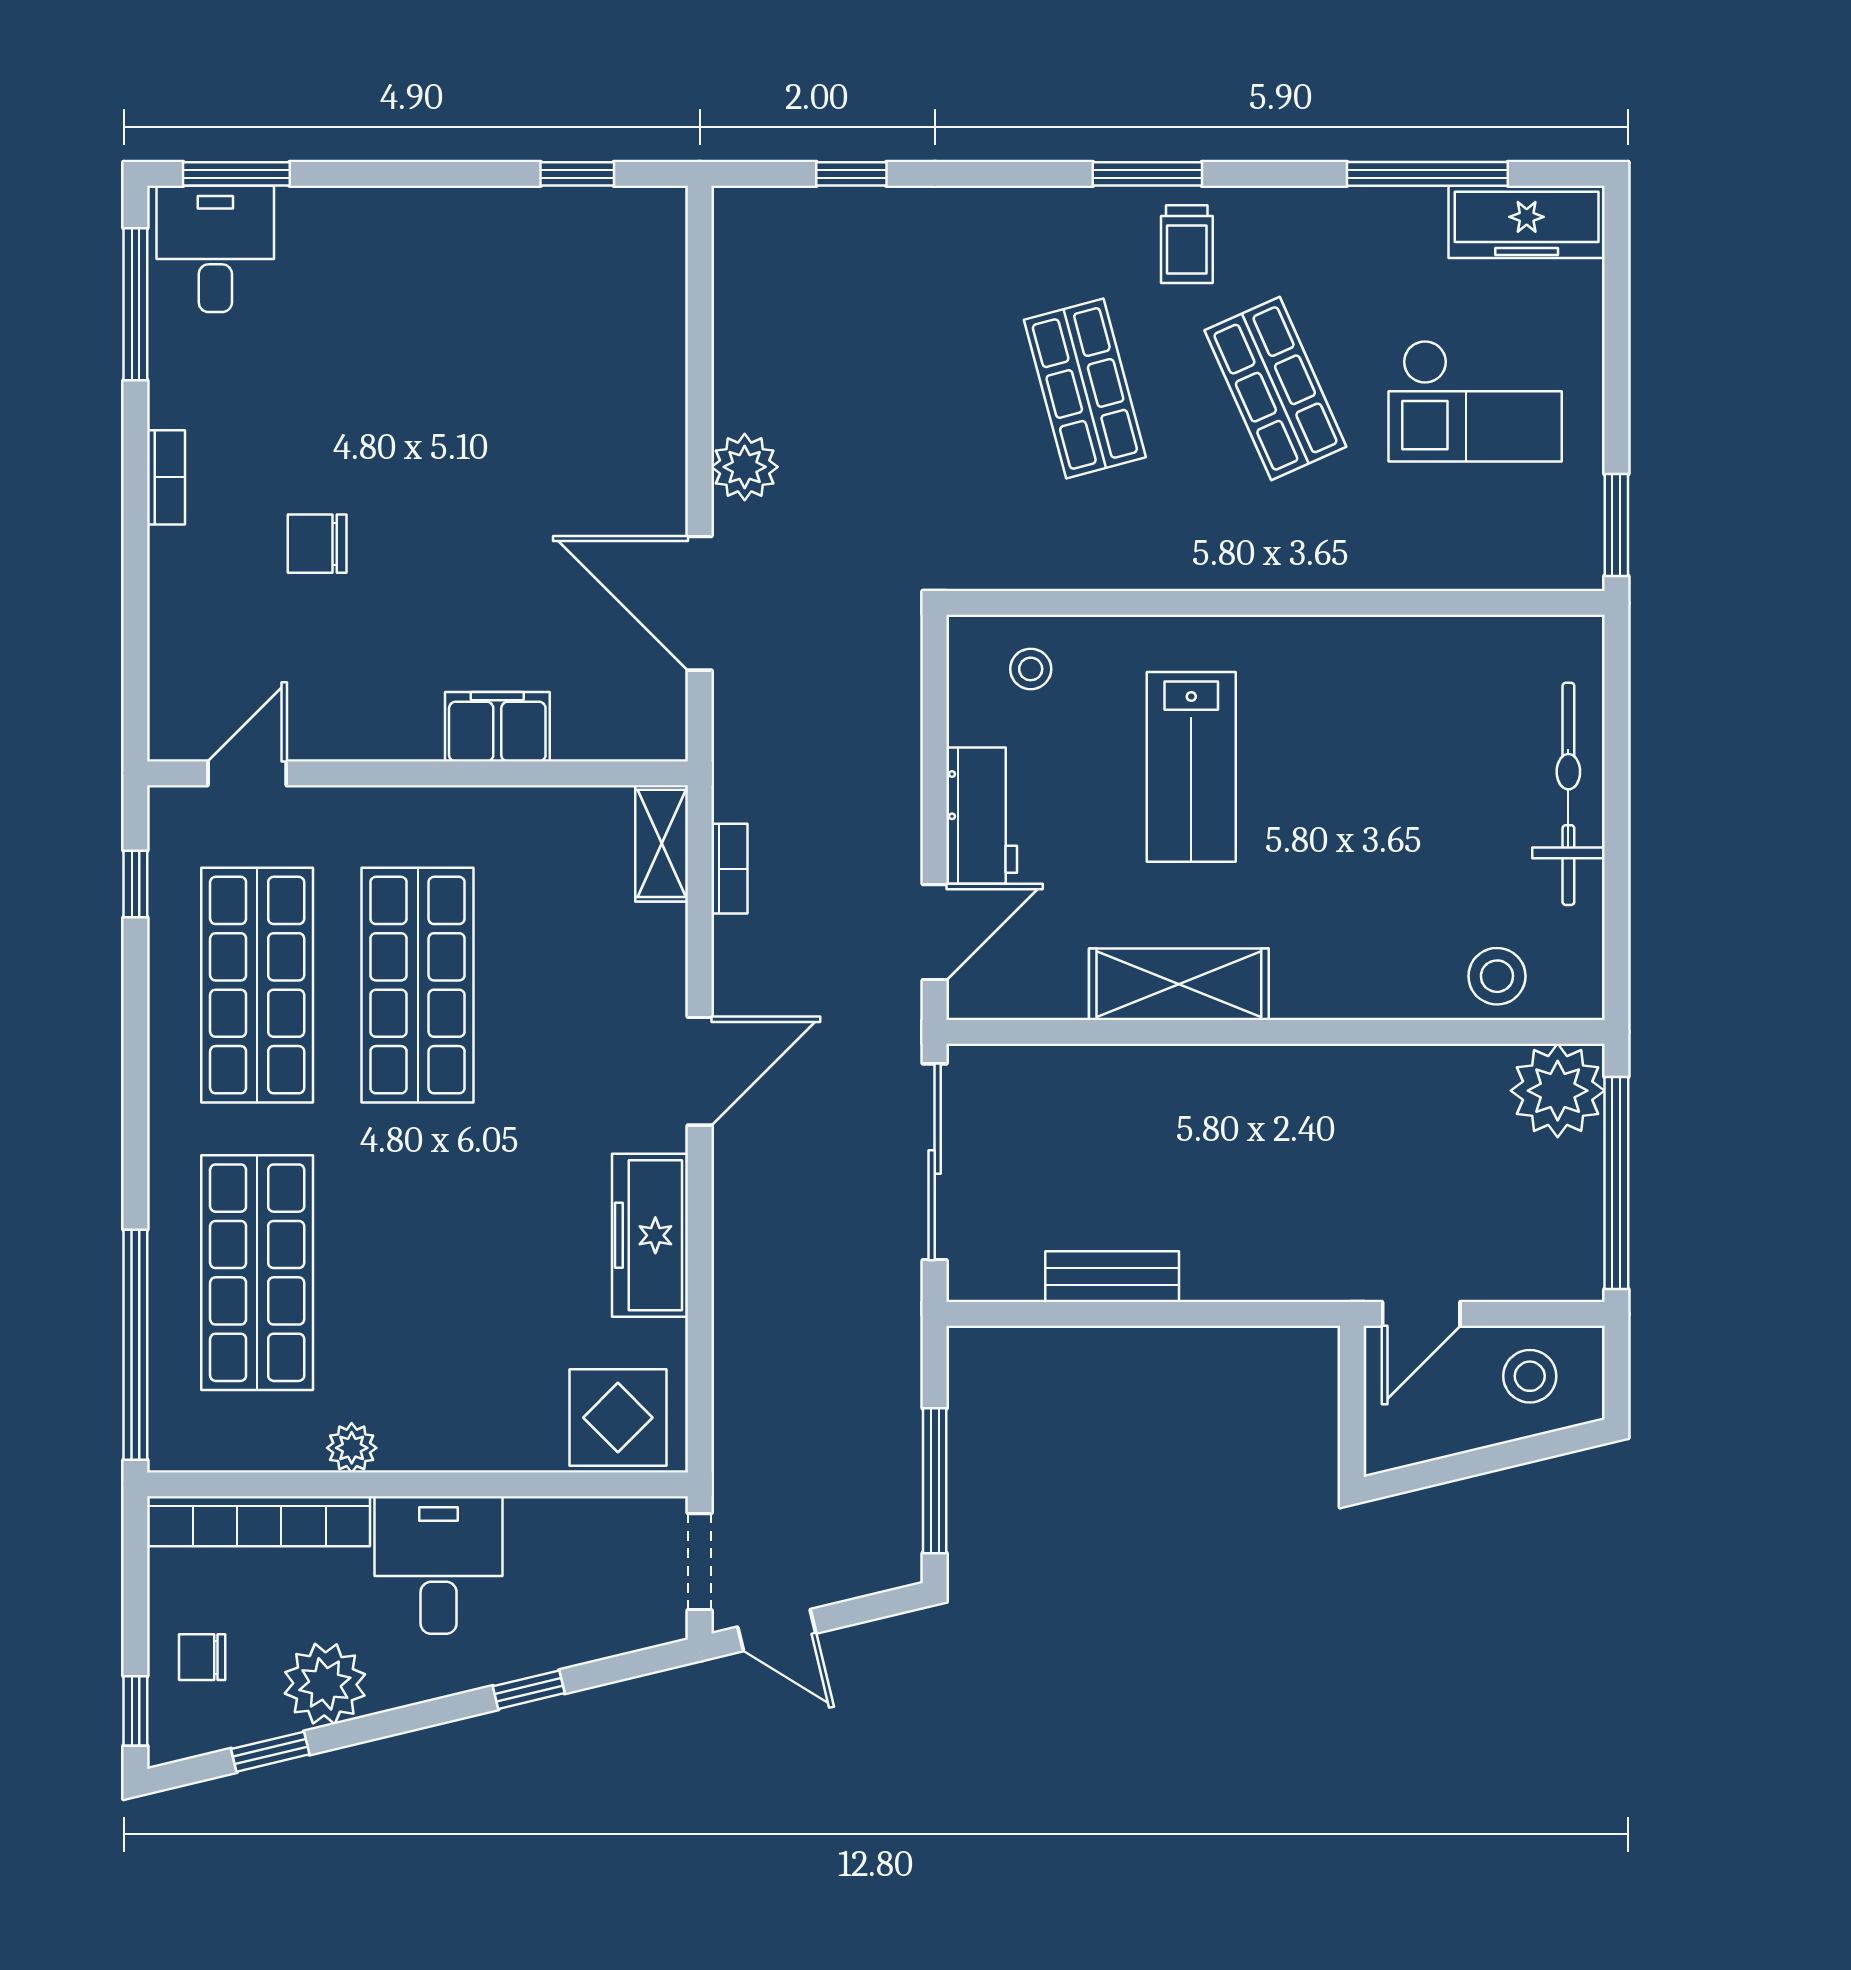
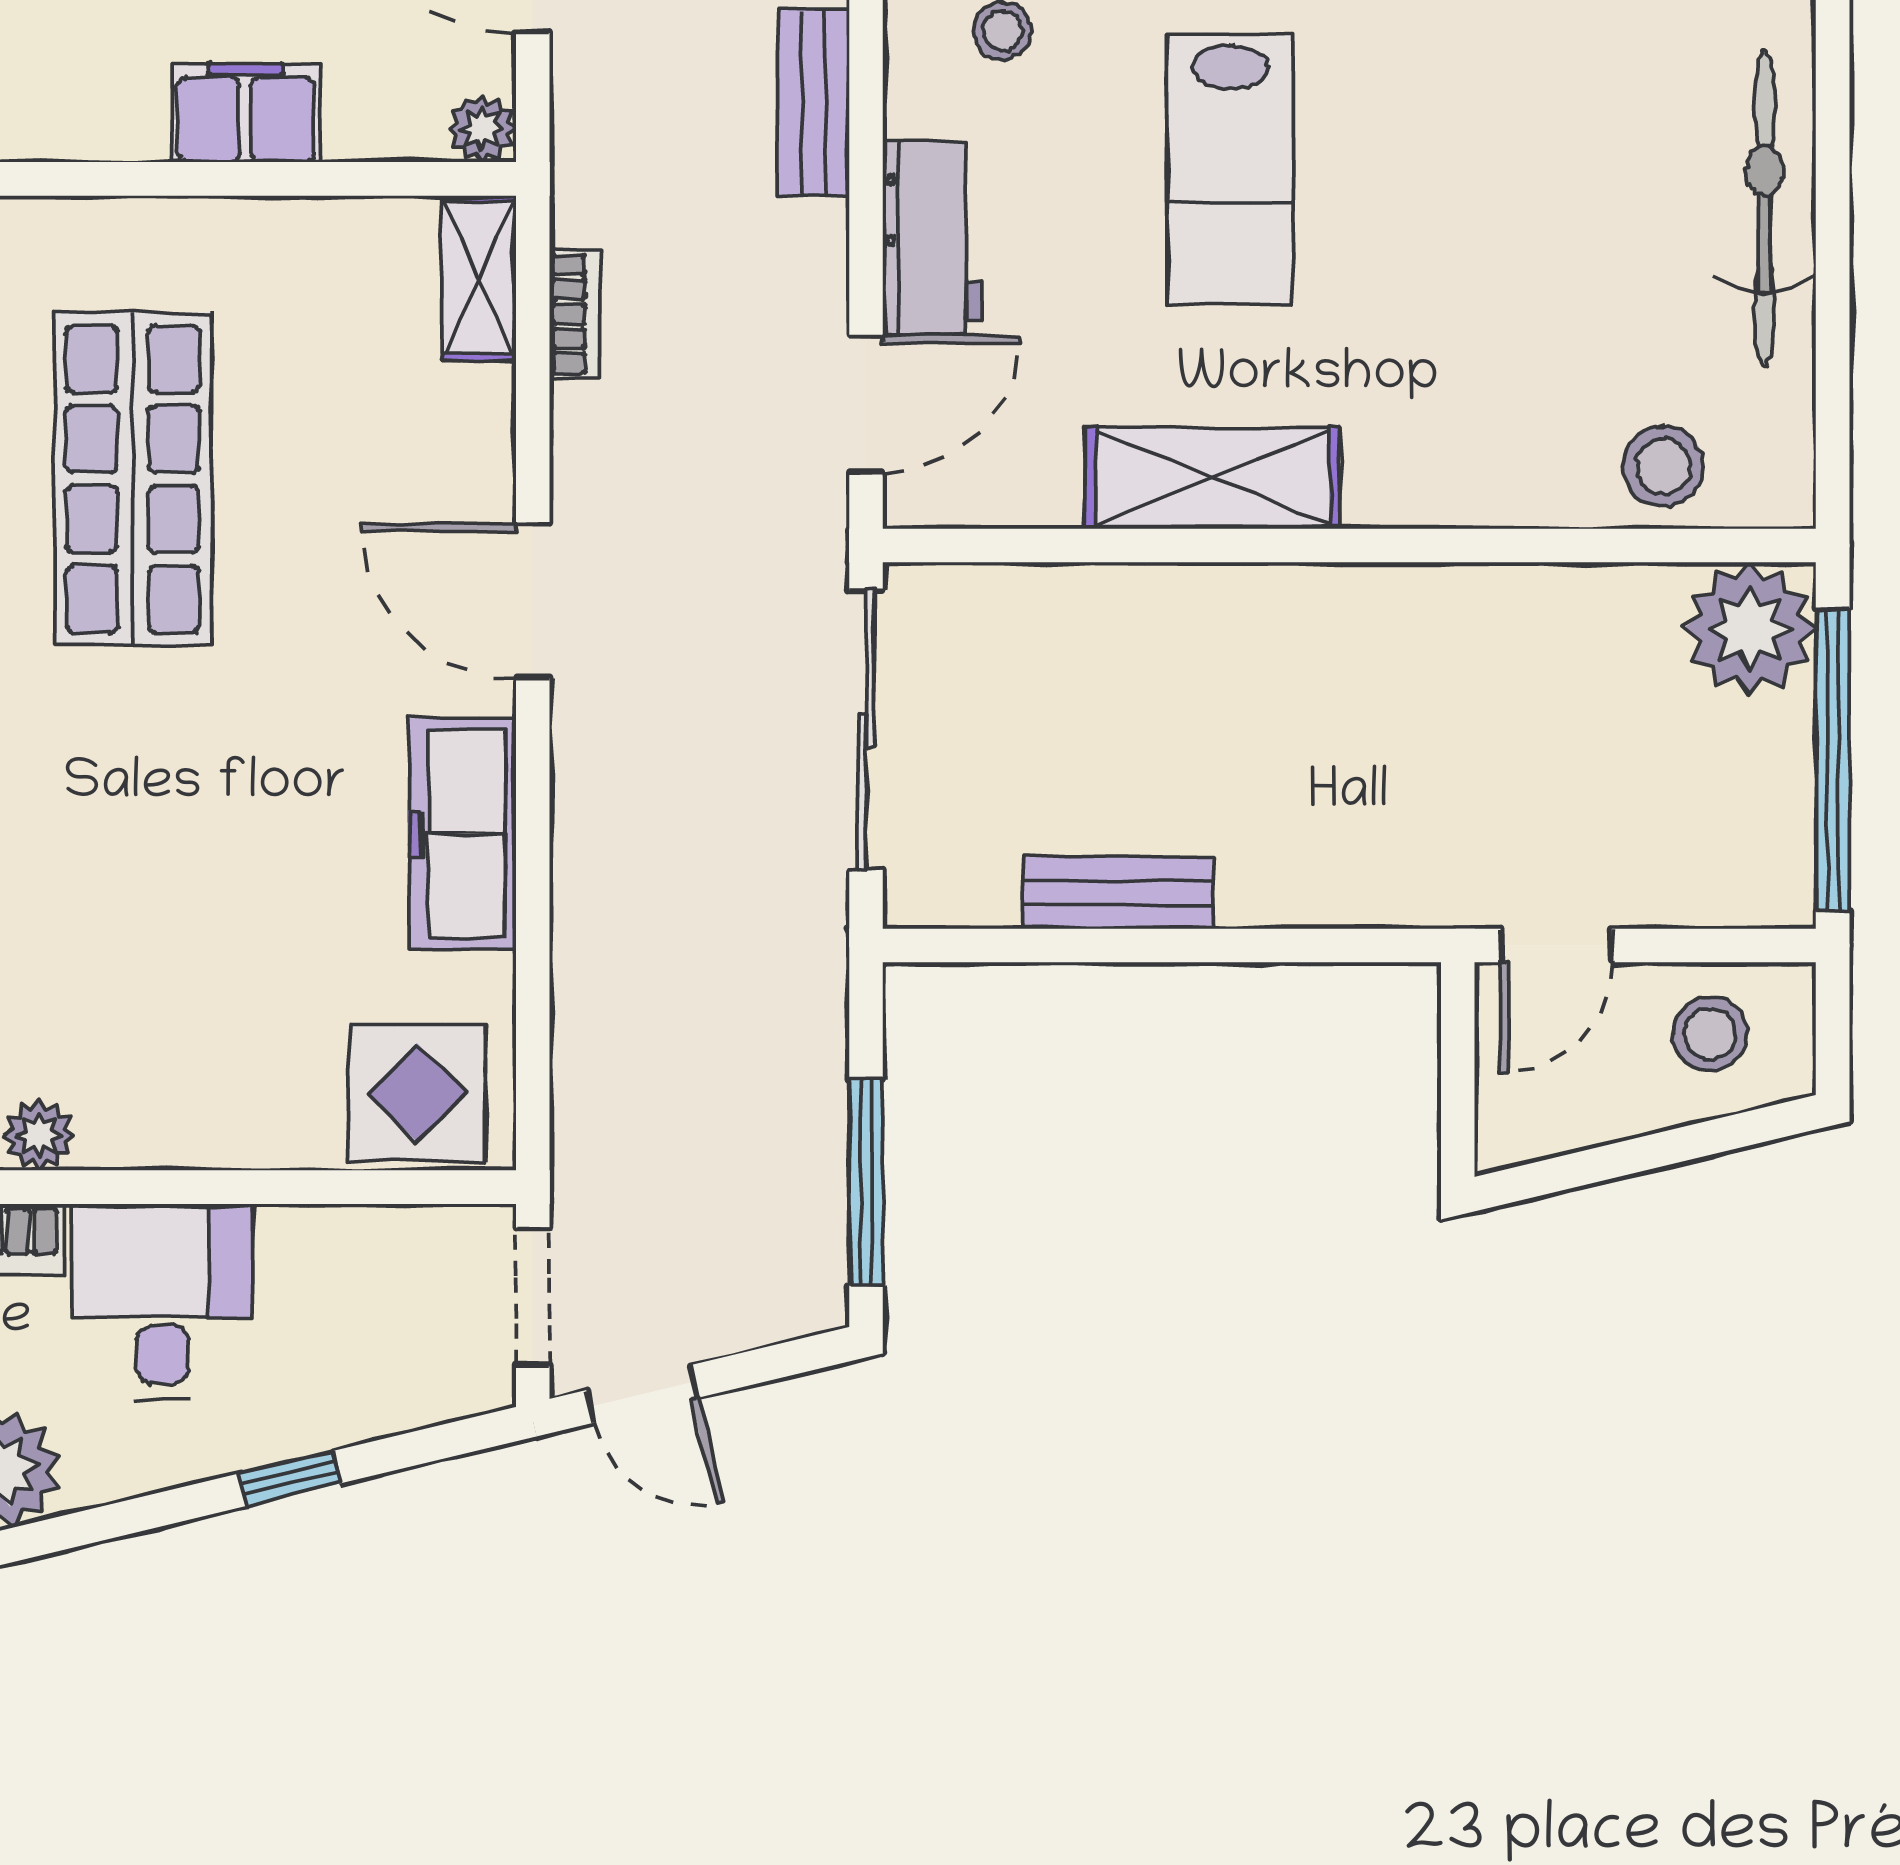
bench: (898, 720) -> (814, 103), added
plant: (664, 738) -> (482, 128), added
door: (700, 1071) -> (533, 601), swing flipped

